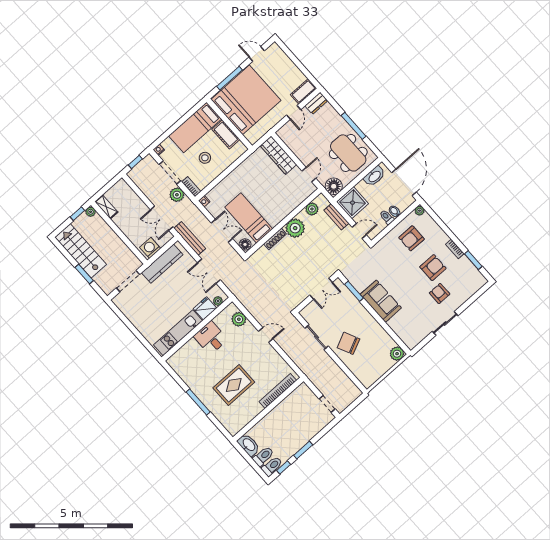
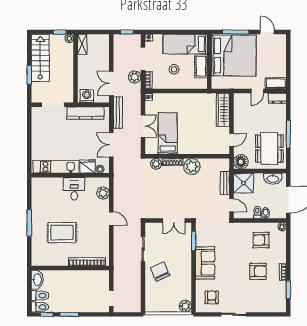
plant: (312, 209) -> (156, 164), moved
floor lamp: (245, 244) -> (150, 148), removed
armchair: (440, 293) -> (212, 297), moved

